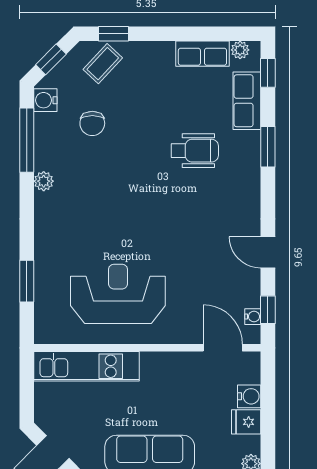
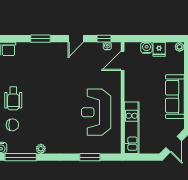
window: (268, 147) -> (40, 39), moved
wheelchair: (195, 151) -> (13, 98), moved, turned 180

